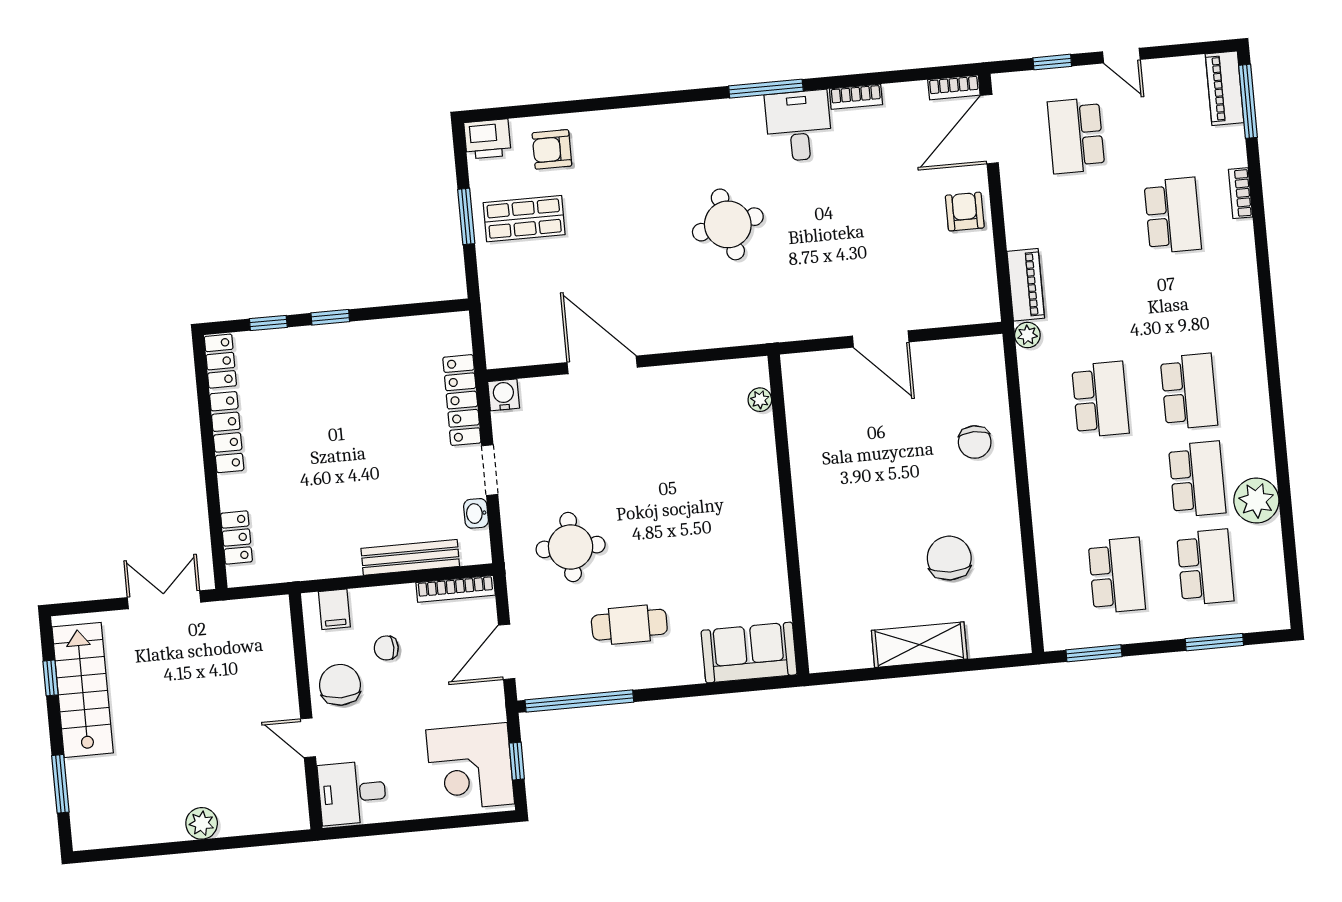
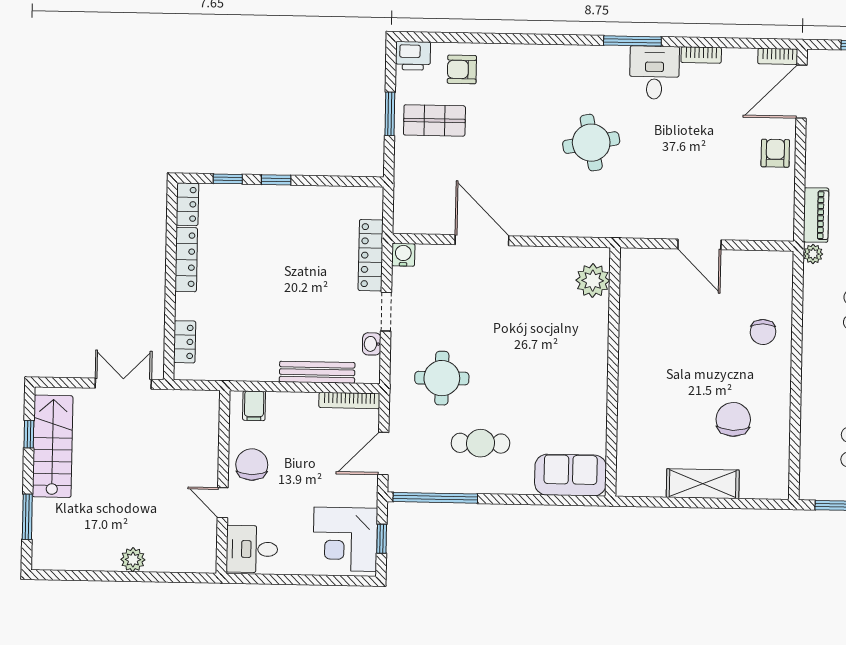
plant: (760, 400) -> (593, 281), width x1.88, depth x1.88
chair: (386, 648) -> (291, 440), removed

